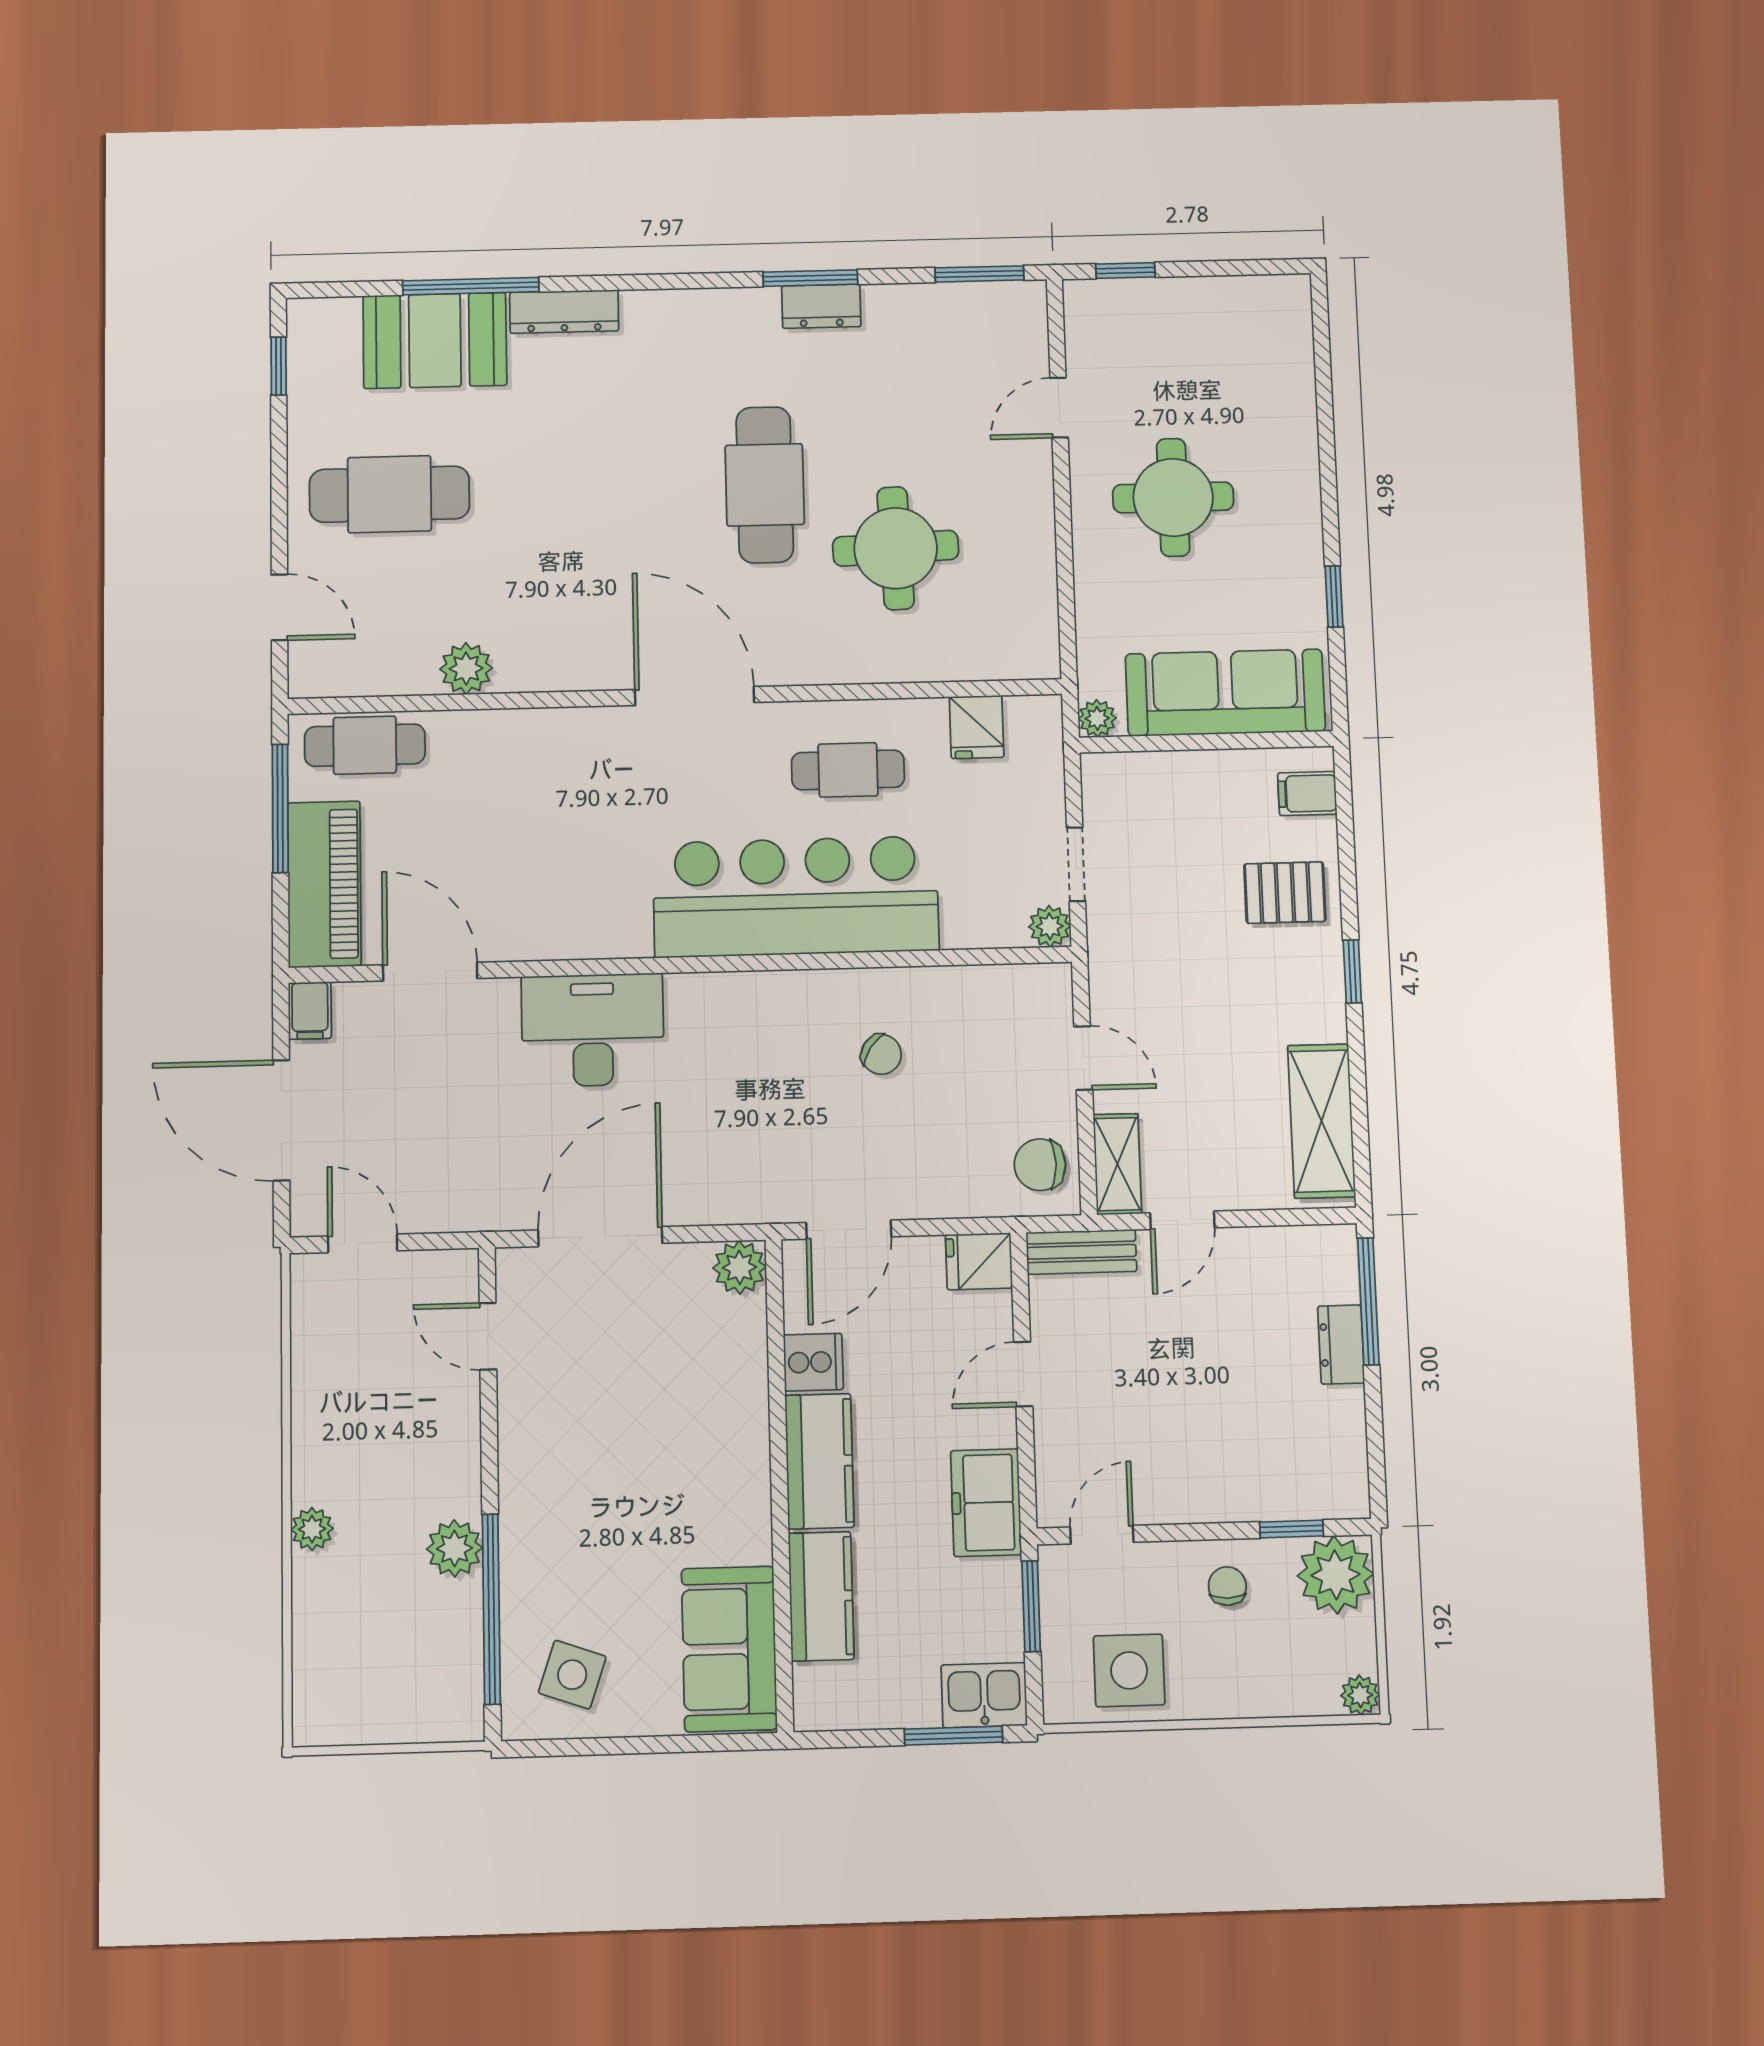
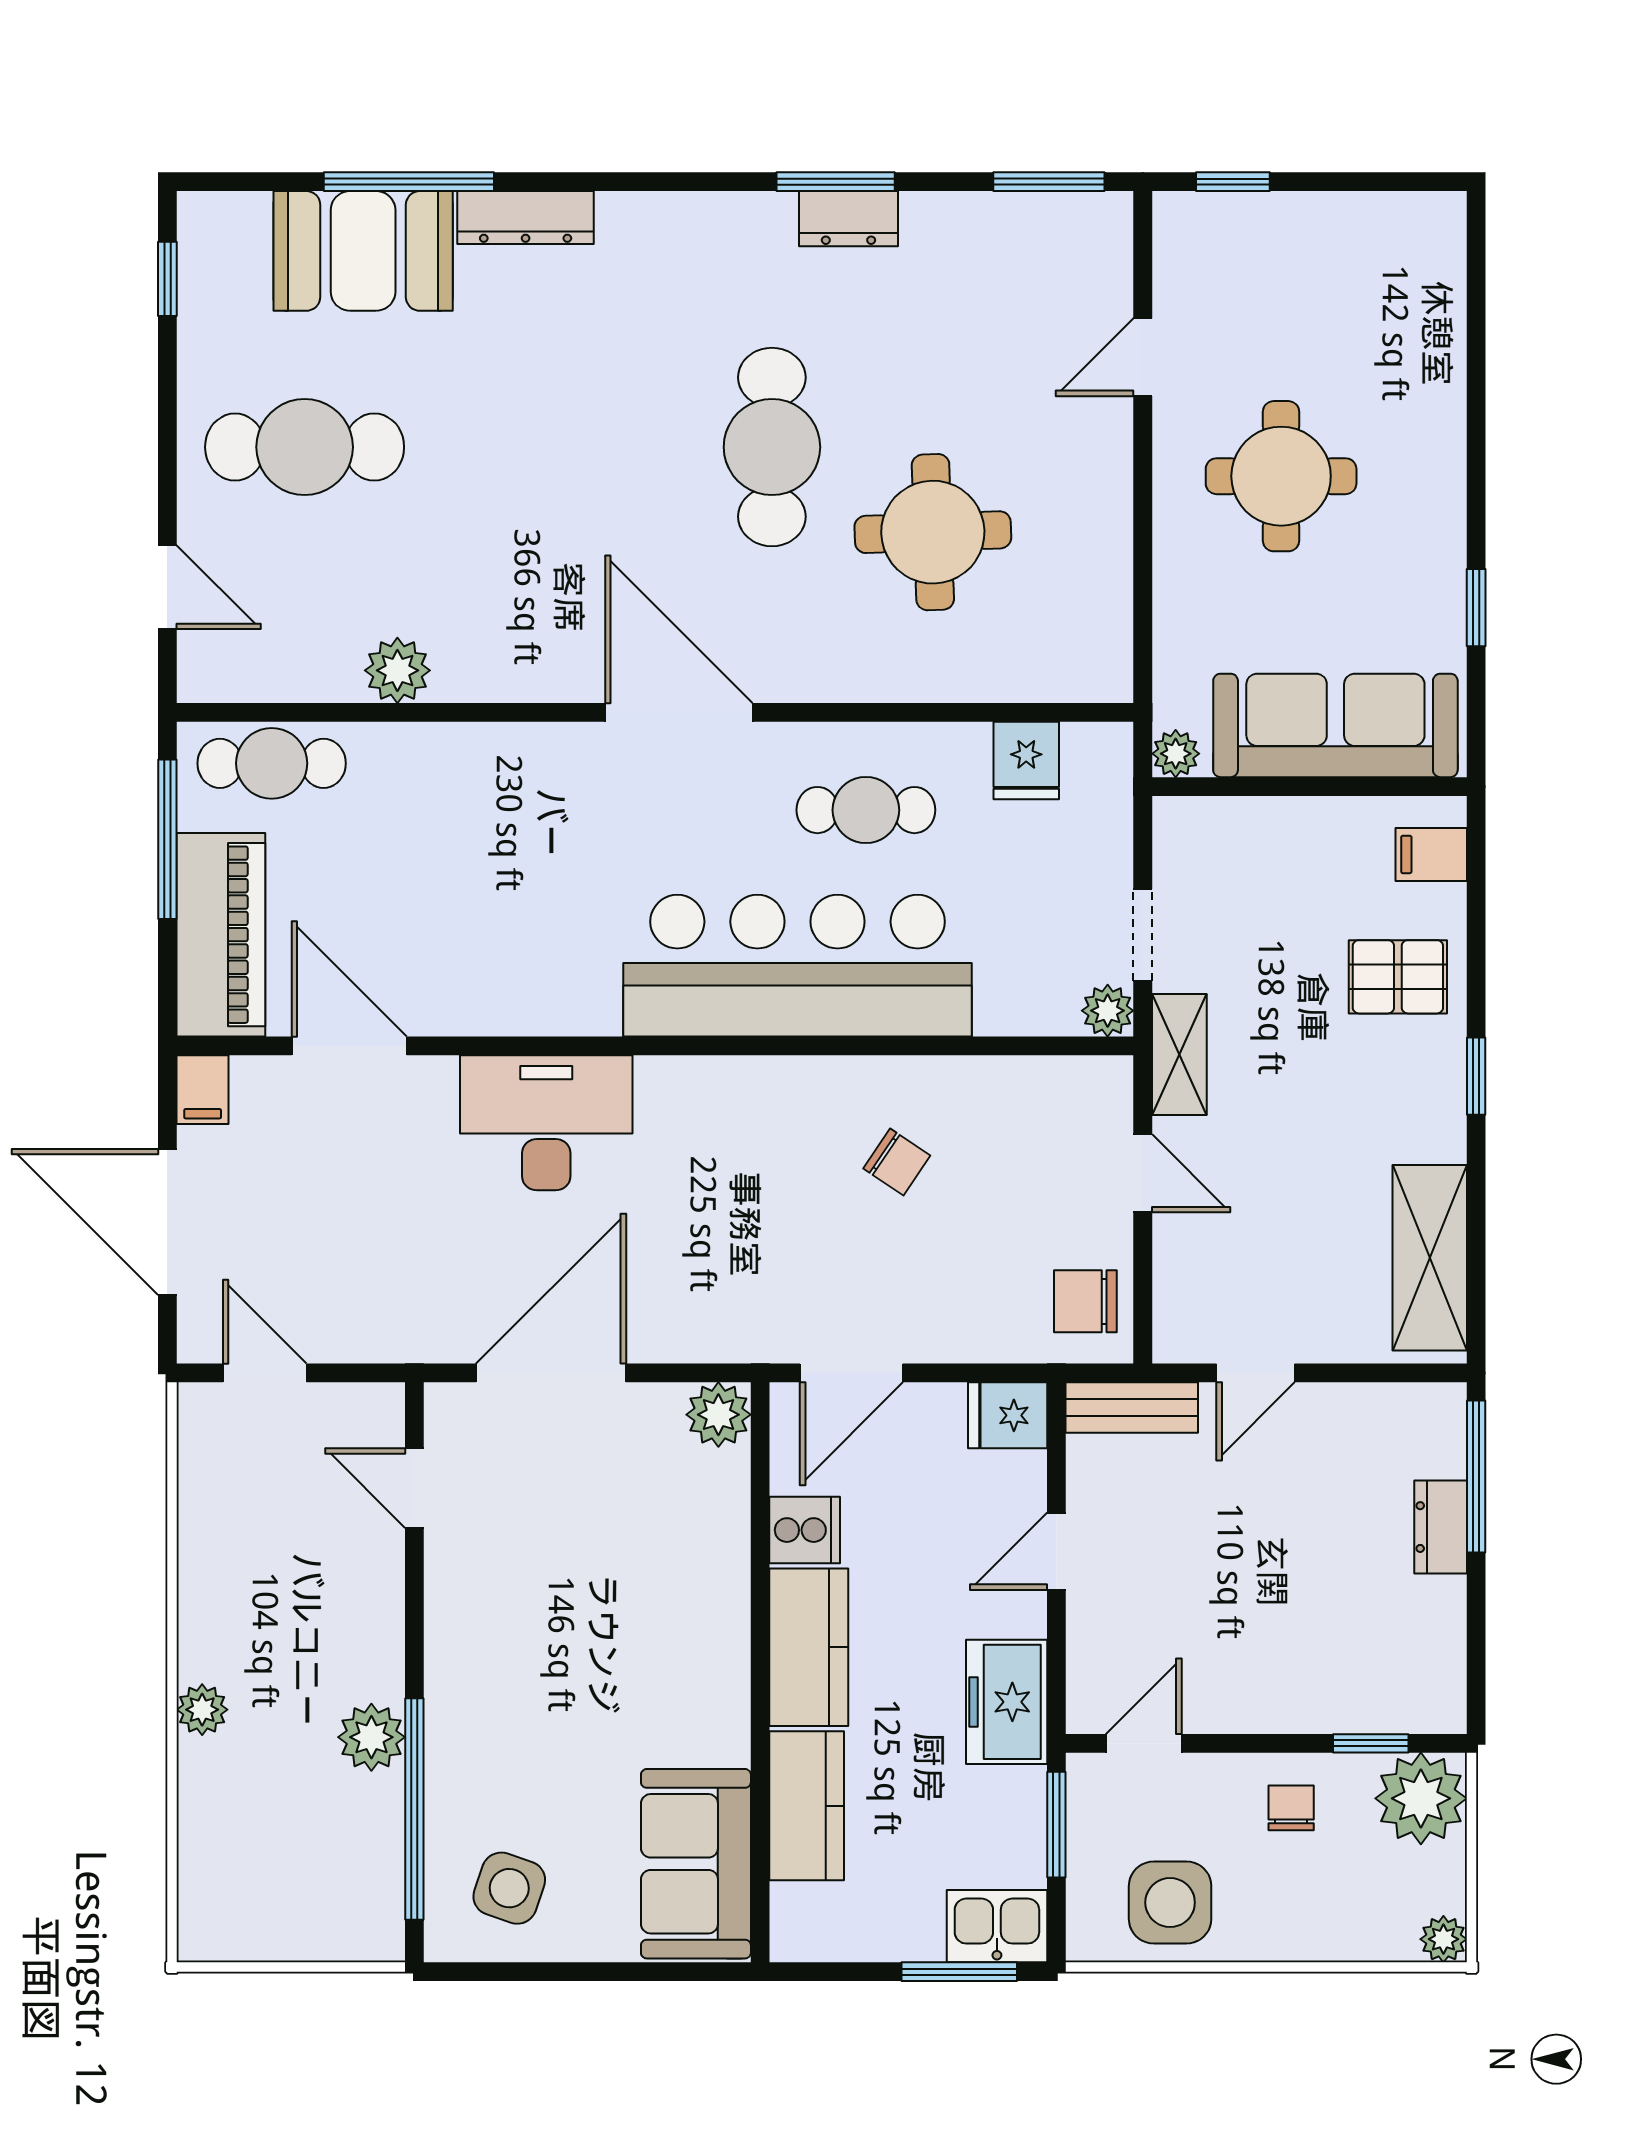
shelving: (1117, 1164) -> (1179, 1054), moved

